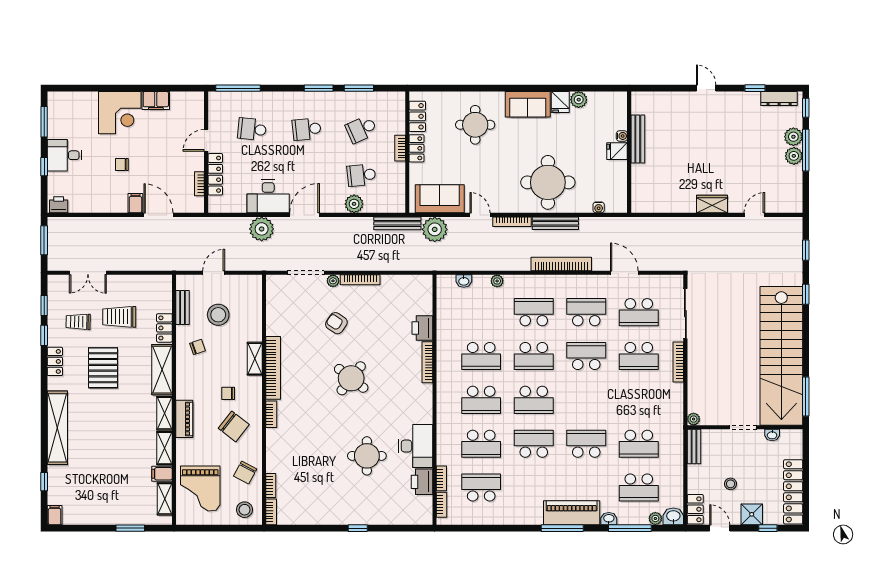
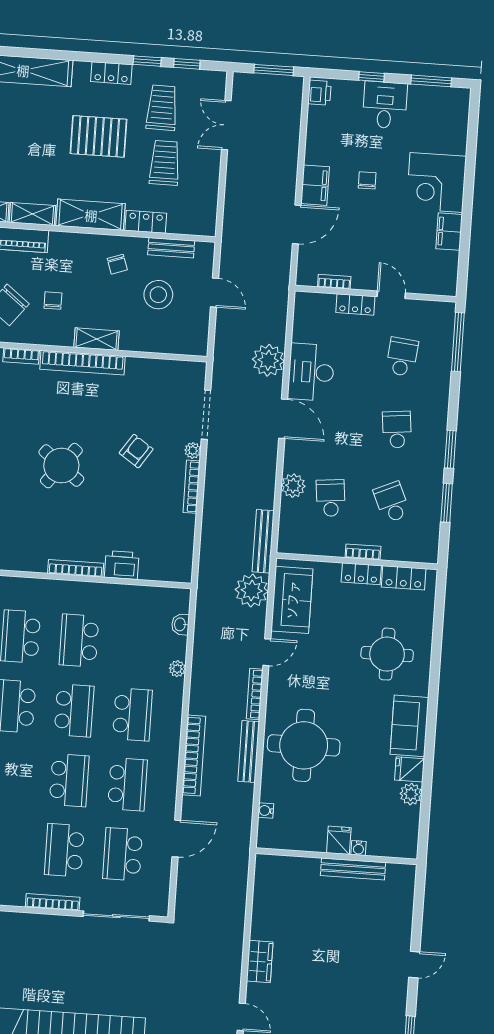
locker: (215, 174) -> (355, 304), width x0.66
filing cabinet: (135, 203) -> (315, 185), width x2.00
trolley: (78, 322) -> (162, 108), width x1.36, depth x1.39
school desk: (534, 356) -> (74, 710), turned 180

